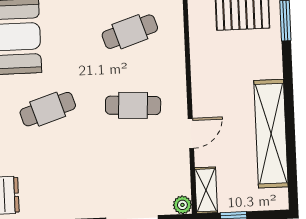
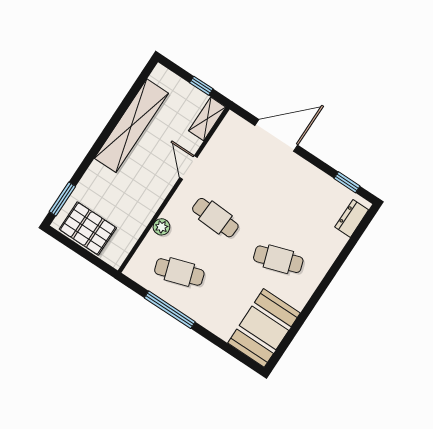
door: (191, 133) -> (188, 168), hinge flipped
plant: (182, 205) -> (161, 227), moved

